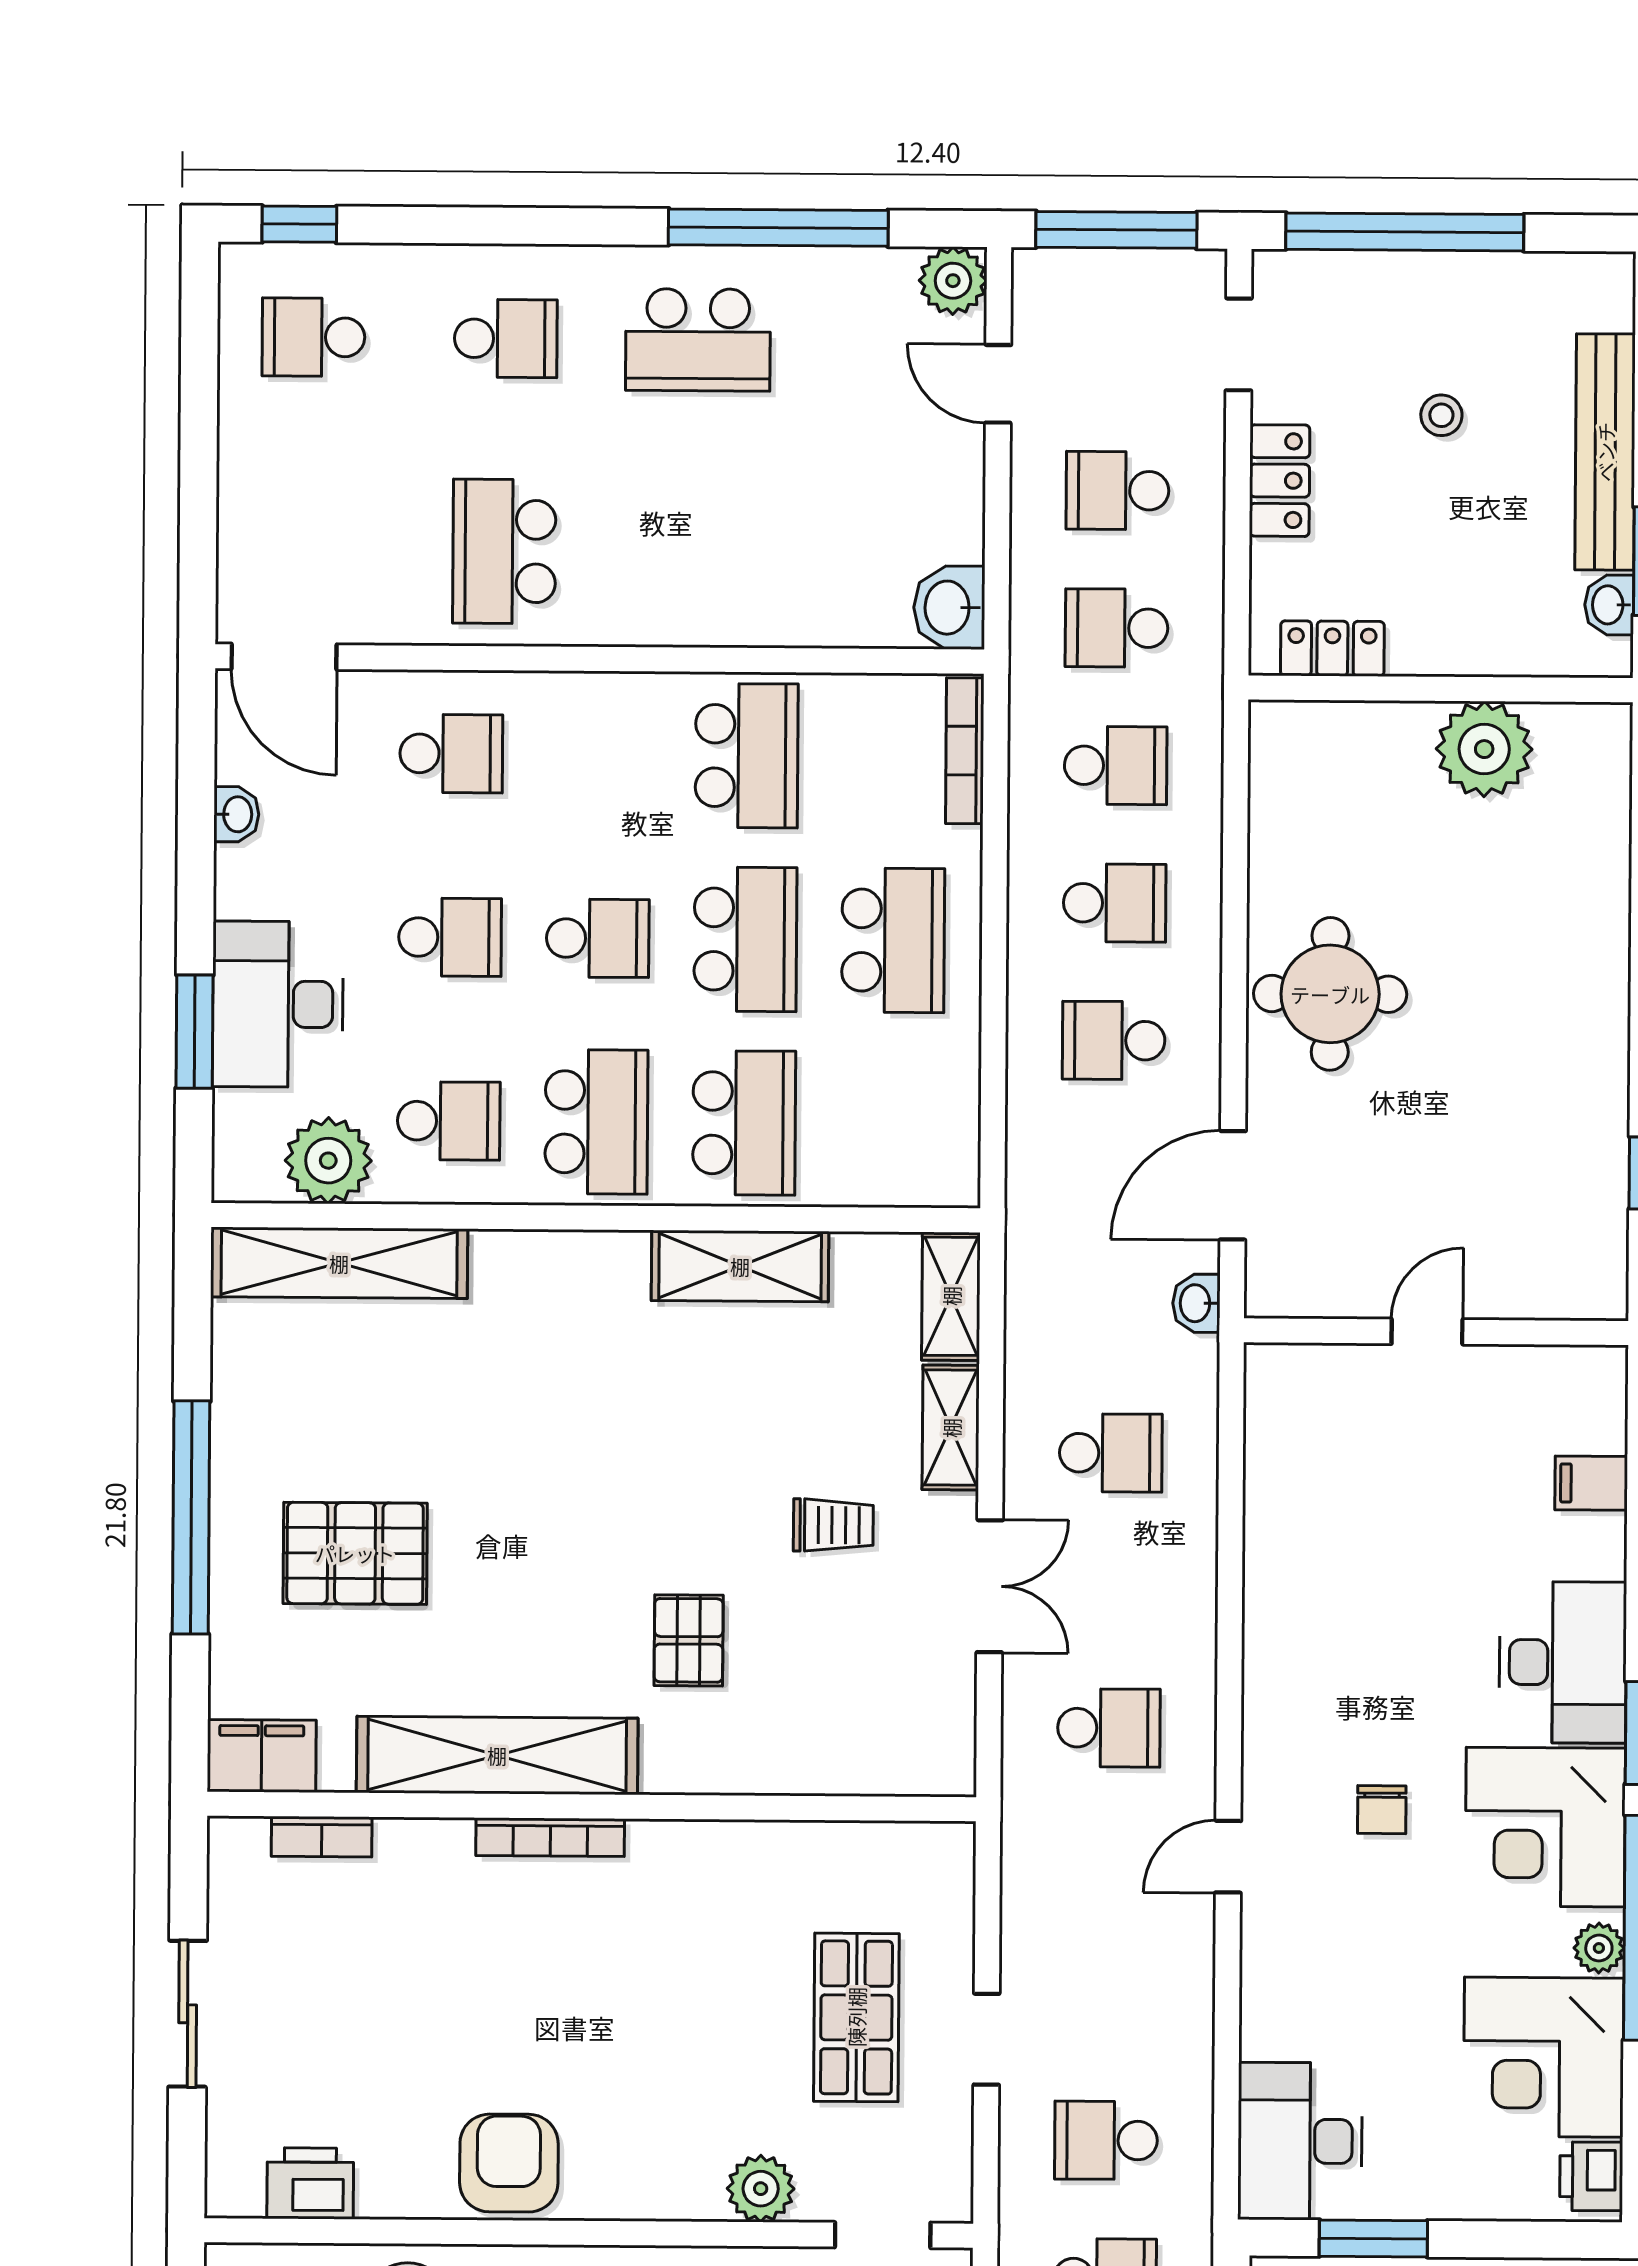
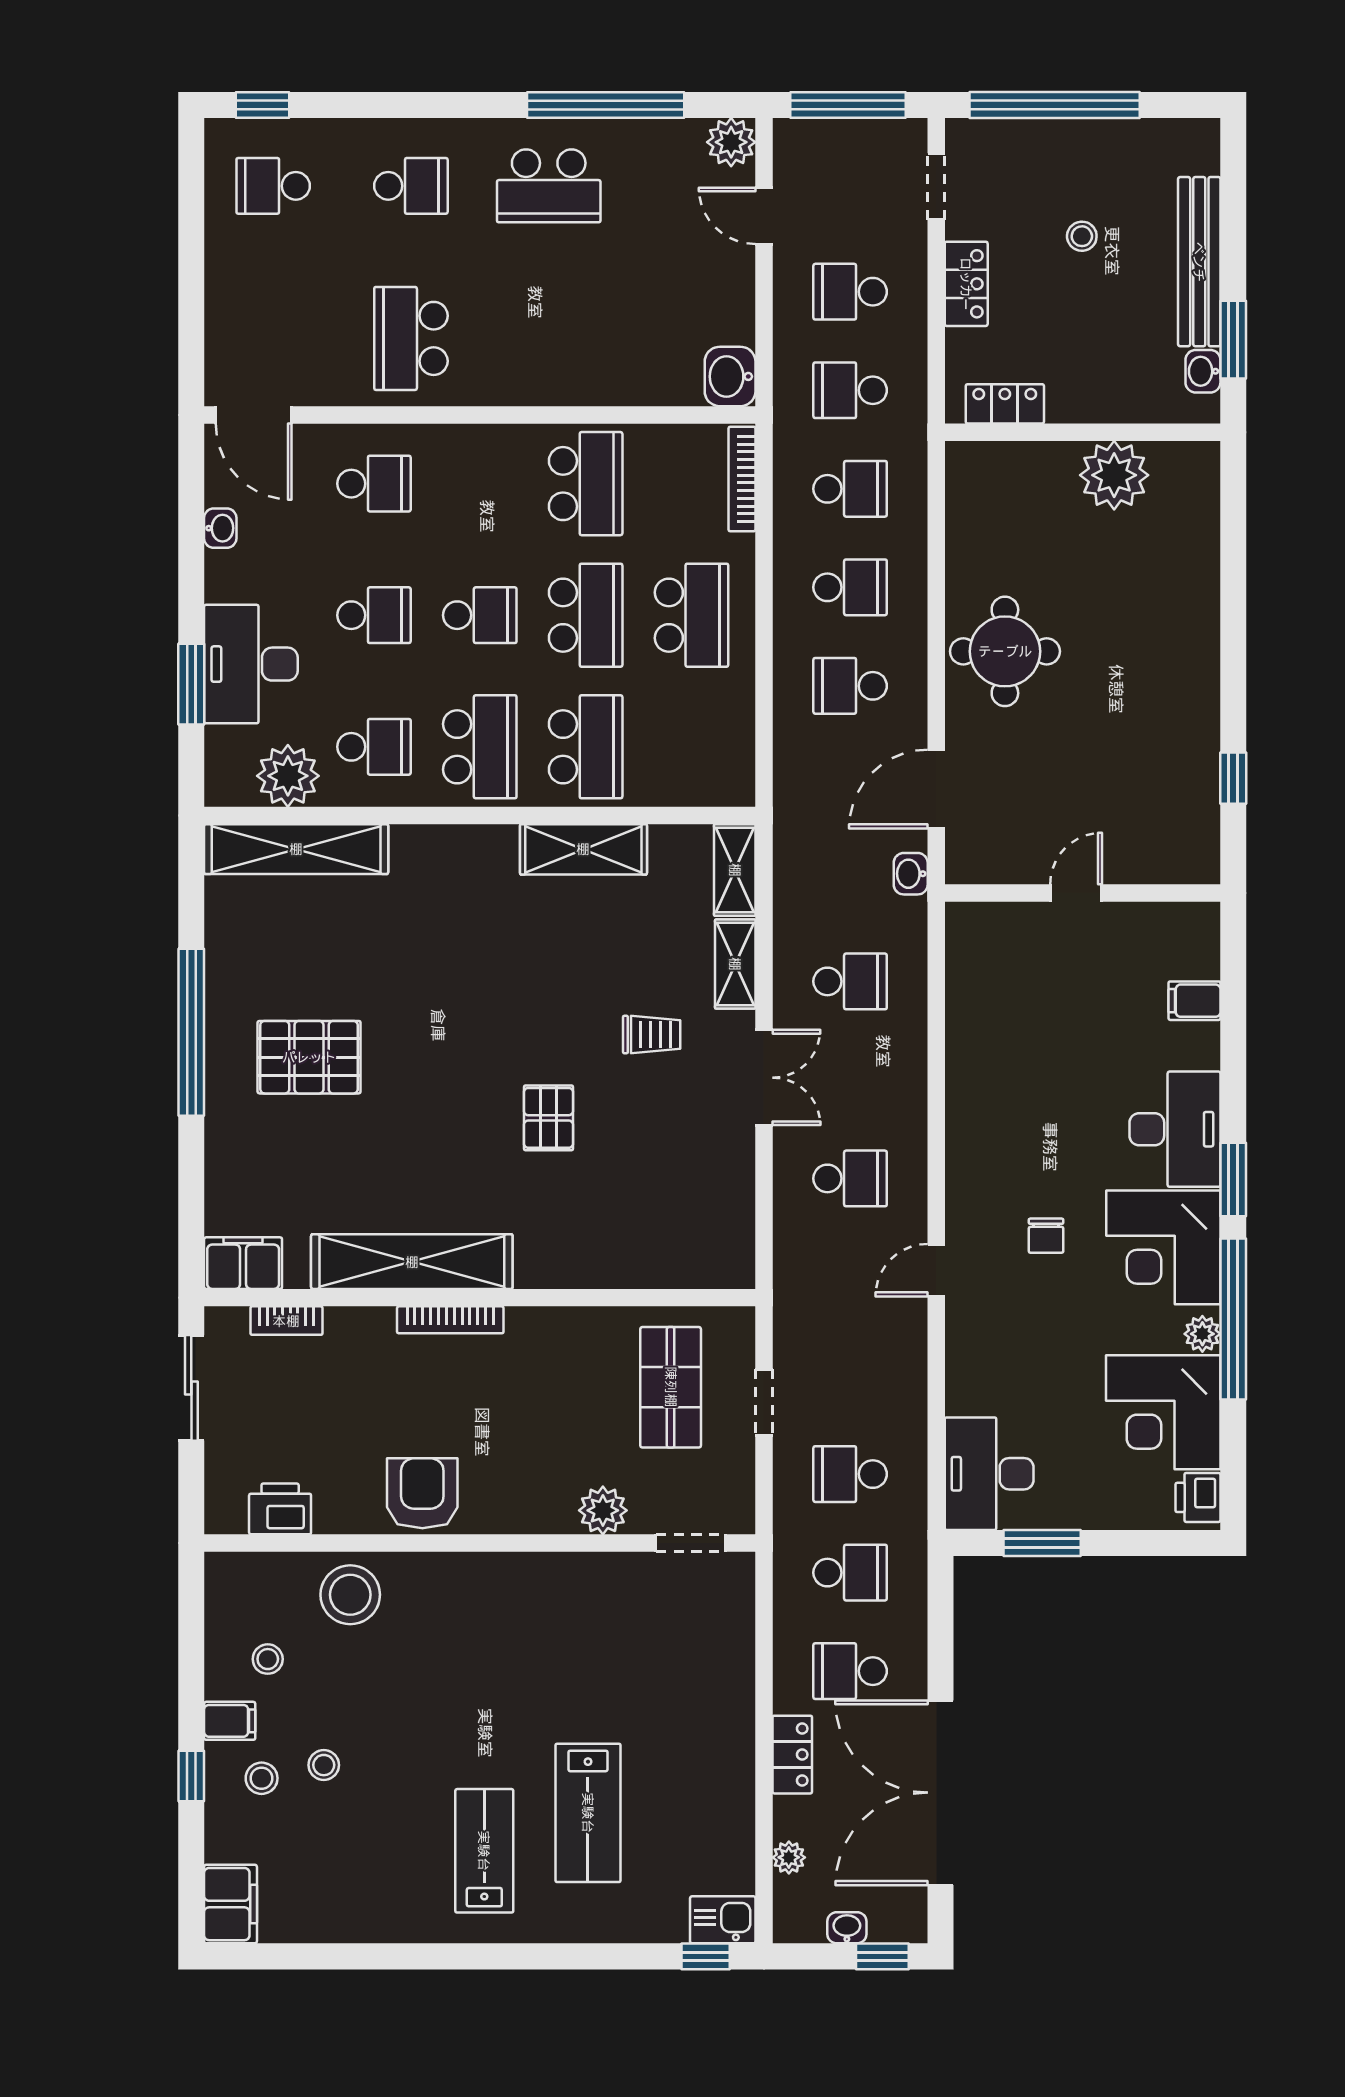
shelving: (497, 1755) -> (412, 1262), moved
filing cabinet: (262, 1756) -> (243, 1263), moved
wall: (592, 1806) -> (480, 1298), moved
bookcase: (322, 1837) -> (286, 1321), moved
bookcase: (550, 1837) -> (450, 1320), moved

